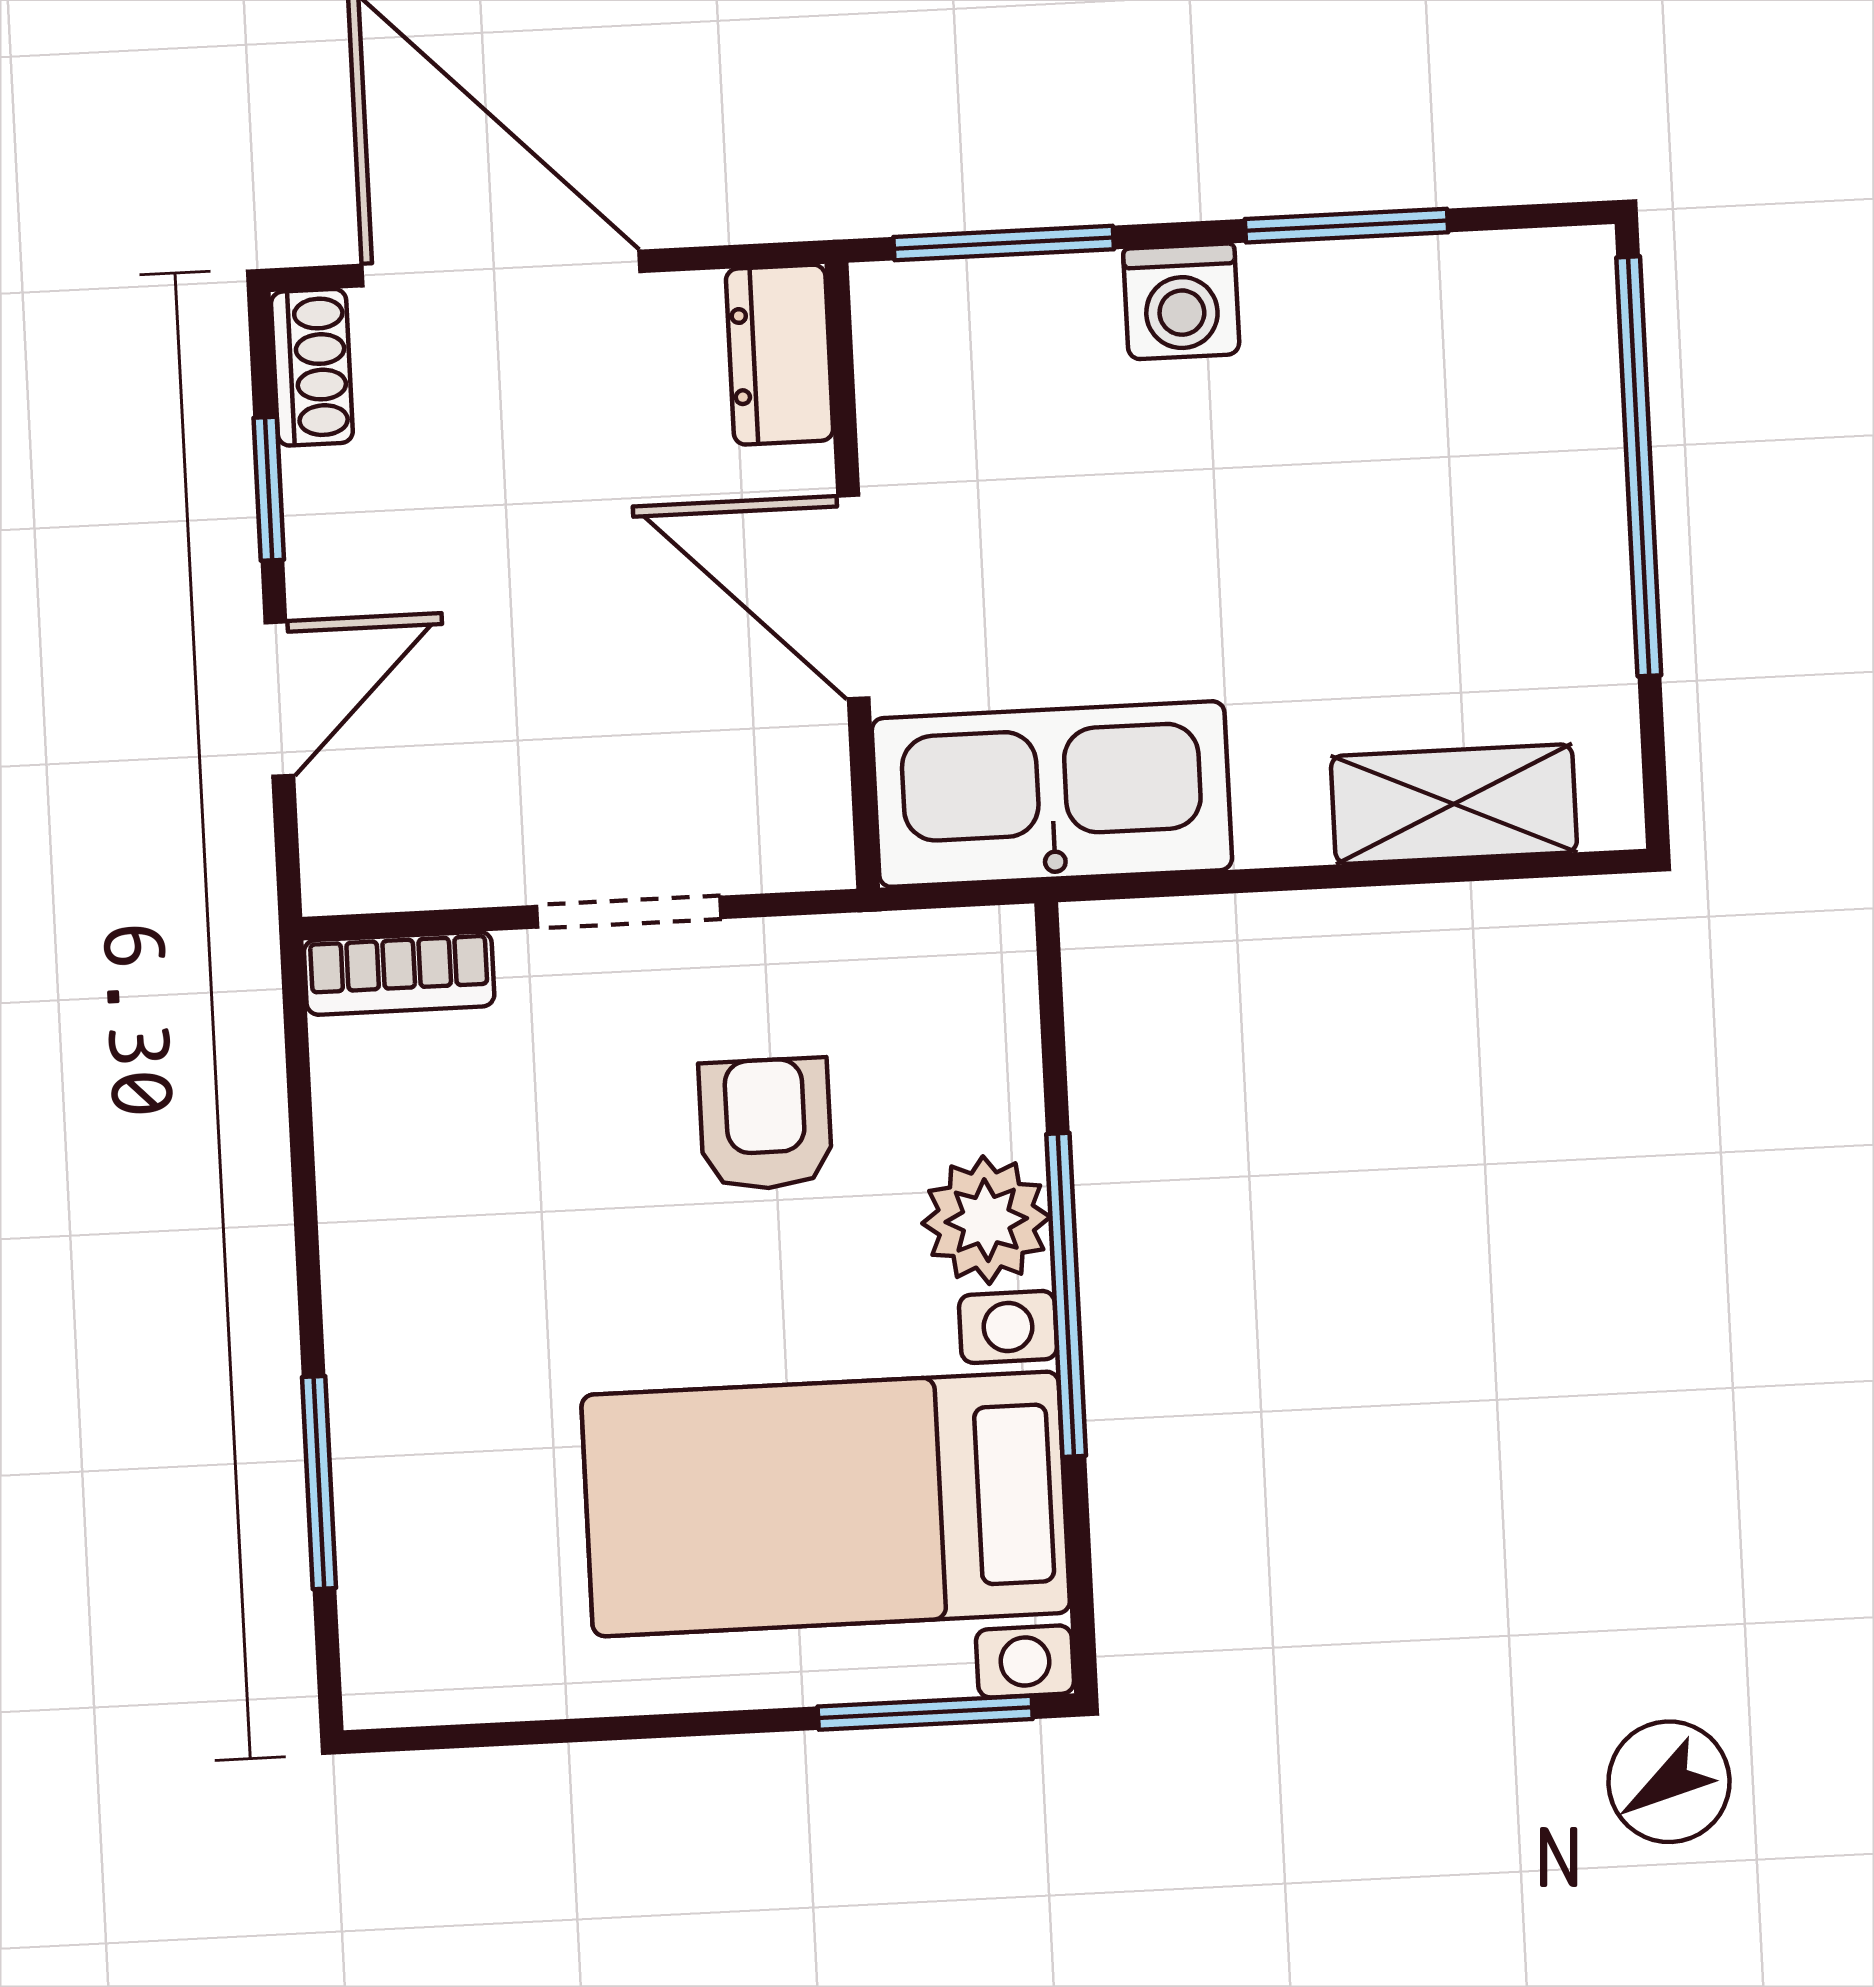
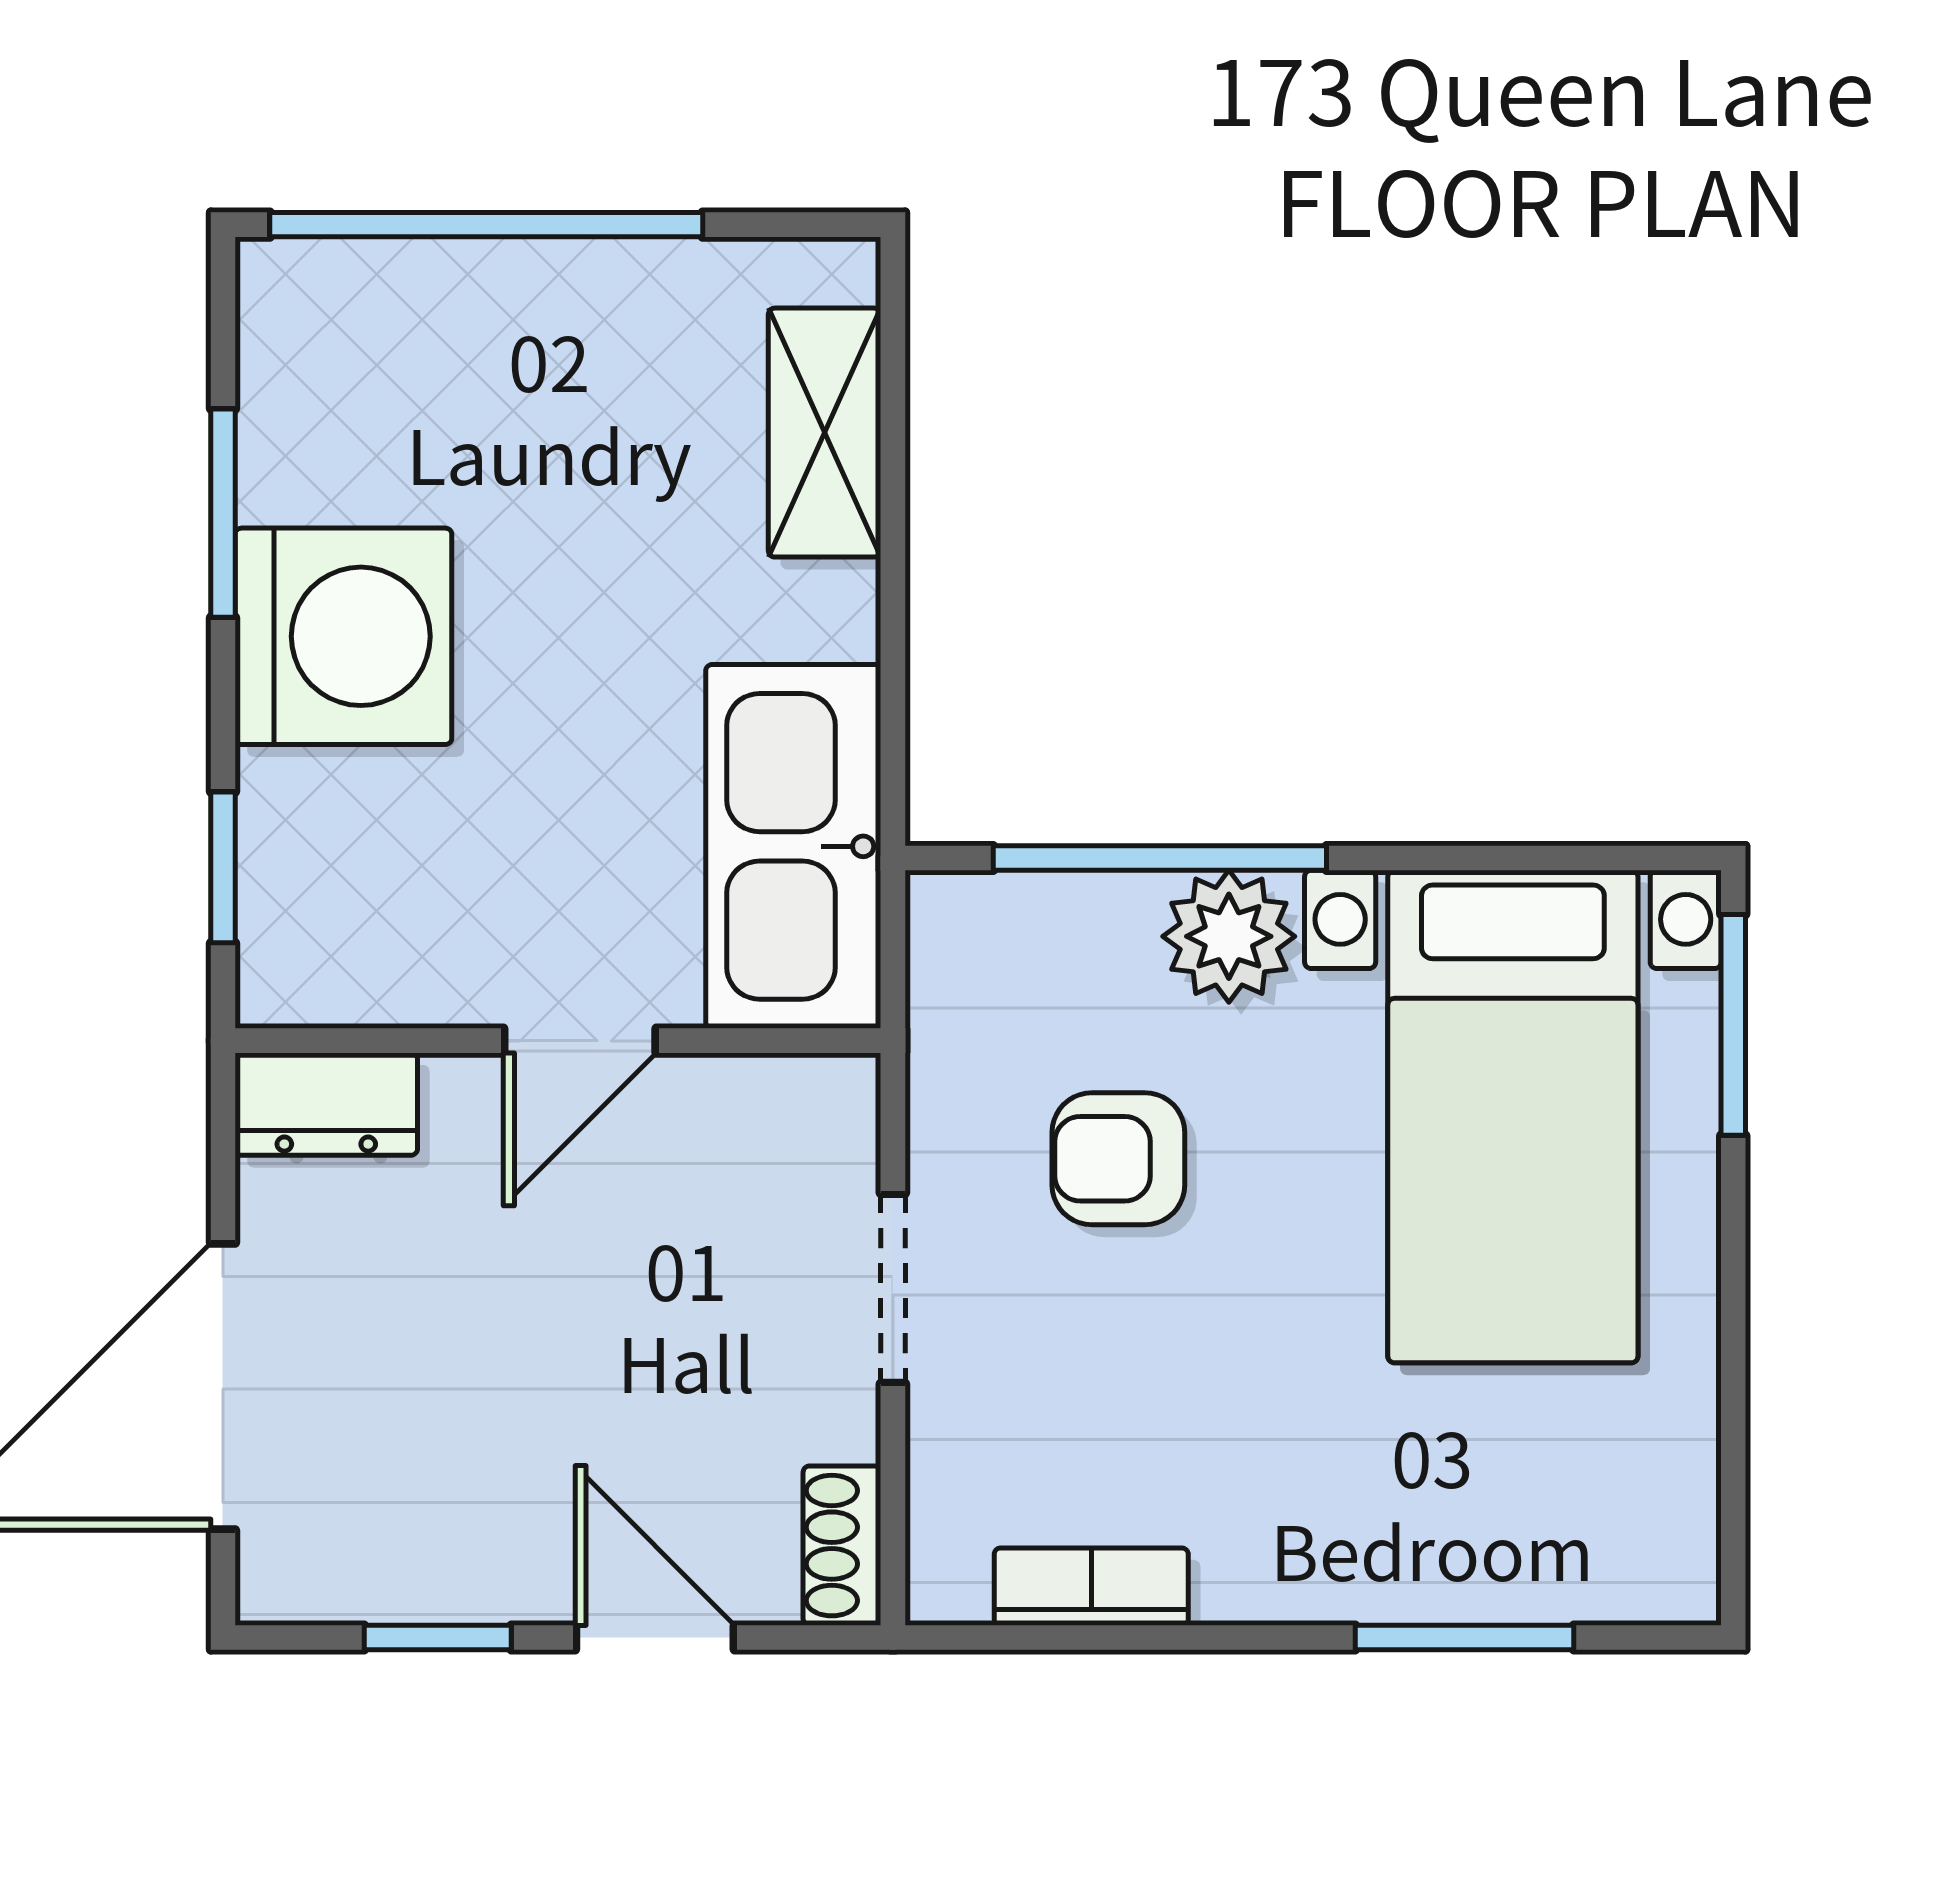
window: (1004, 243) -> (223, 867), width x0.67
washing machine: (1181, 301) -> (343, 636), width x1.89, depth x1.89
shoe rack: (312, 367) -> (842, 1546), moved, turned -90
door: (853, 597) -> (580, 1041), width x0.73
bookcase: (399, 973) -> (1091, 1587), moved, turned -90
window: (1066, 1295) -> (1160, 858), moved

